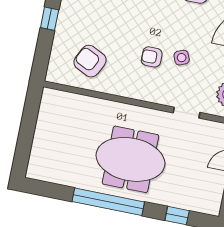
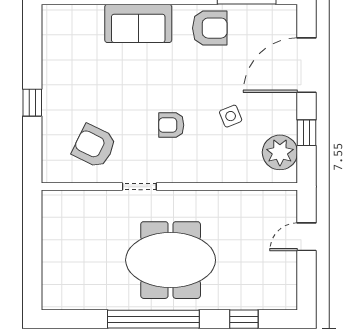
side table: (182, 58) -> (231, 116), moved
doorway: (187, 113) -> (139, 187), moved

